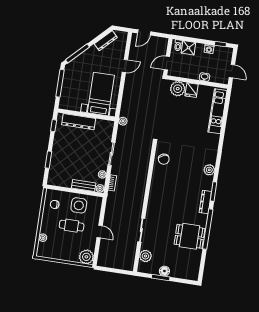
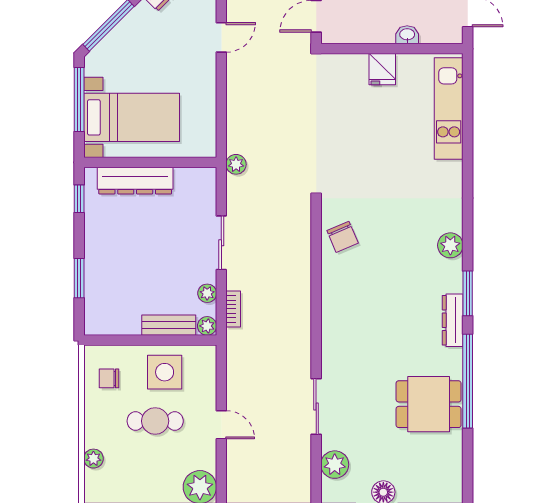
plant: (178, 89) -> (350, 71), removed
bed with nightstands: (101, 94) -> (132, 117), moved, turned 90

